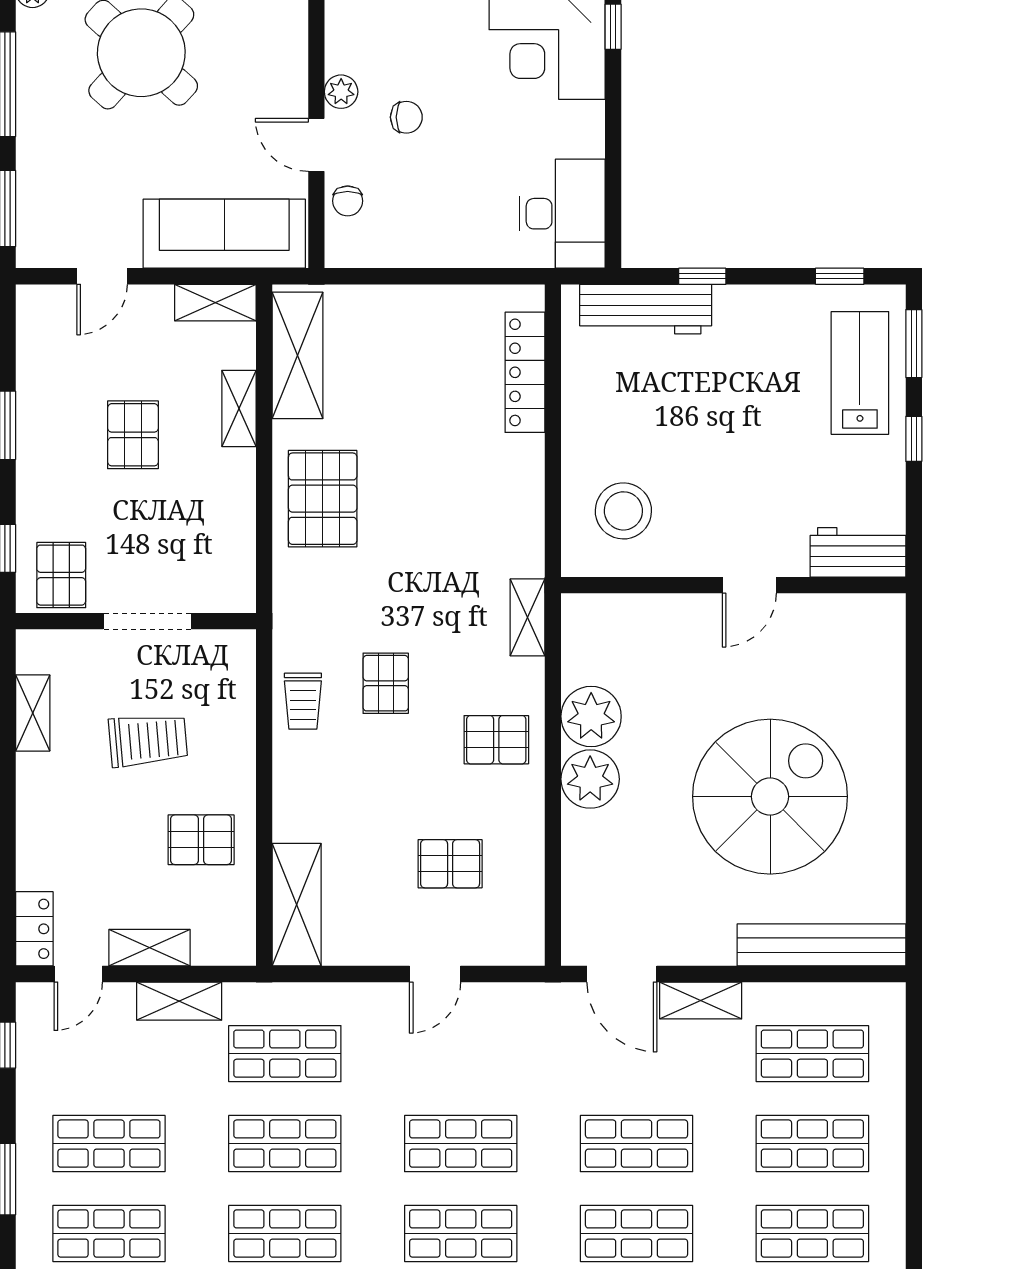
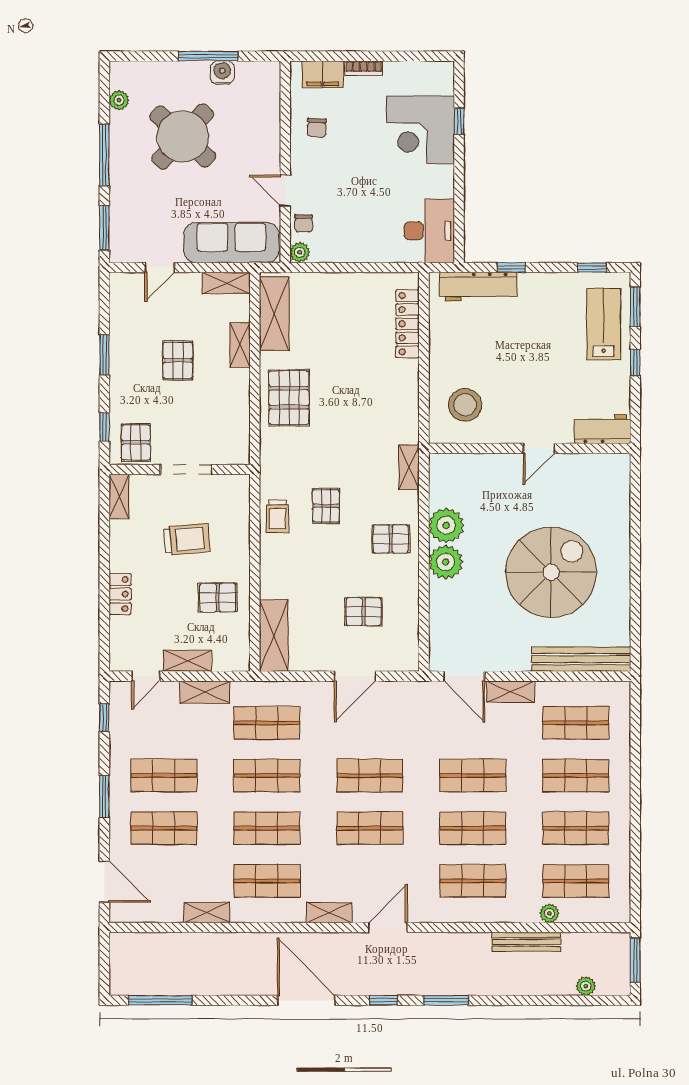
plant: (341, 92) -> (300, 252), moved
chair: (406, 117) -> (317, 128), moved, turned 92
shelving: (33, 713) -> (119, 496), moved
locker: (34, 929) -> (120, 594), moved
door: (435, 974) -> (355, 676), width x1.37

